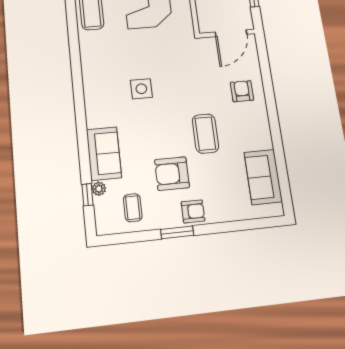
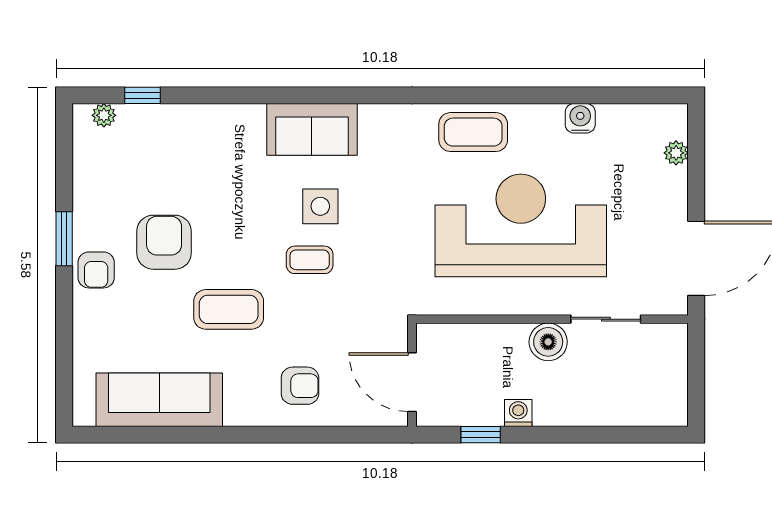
sofa: (104, 154) -> (312, 129), moved
sofa: (263, 177) -> (159, 400), width x1.36
plant: (99, 189) -> (104, 115), moved
coffee table: (133, 208) -> (310, 260), moved

